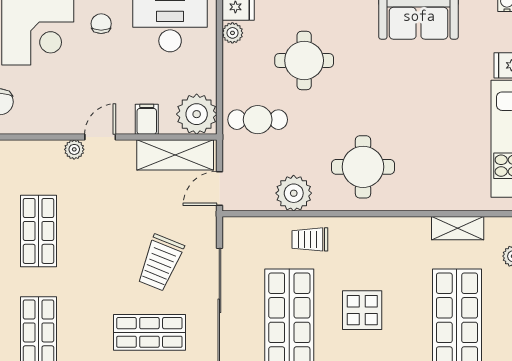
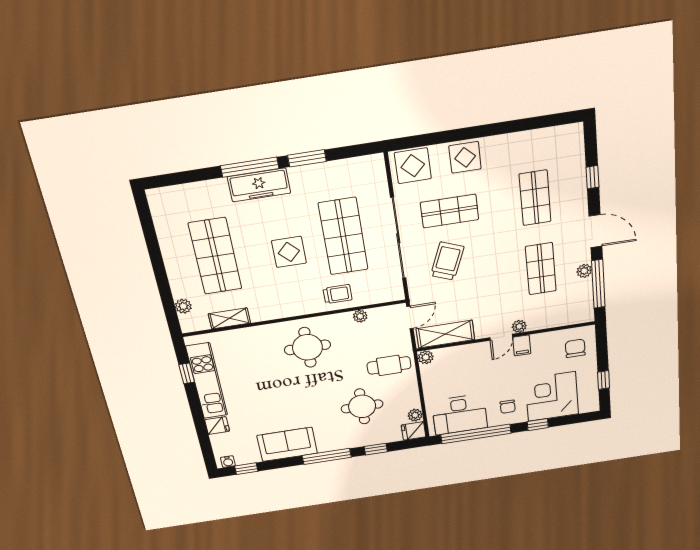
plant: (197, 114) -> (426, 357), width x0.53, depth x0.53
filing cabinet: (147, 119) -> (522, 345), moved
plant: (294, 193) -> (360, 316), width x0.53, depth x0.53

